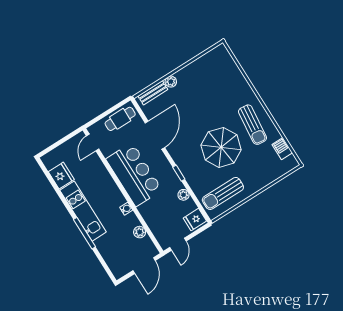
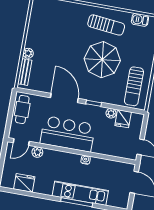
door: (155, 135) -> (64, 98), moved
door: (93, 142) -> (21, 142), hinge flipped
kitchen unit: (83, 211) -> (80, 193), moved
fridge: (195, 220) -> (123, 119), moved
plant: (140, 232) -> (37, 152), moved

